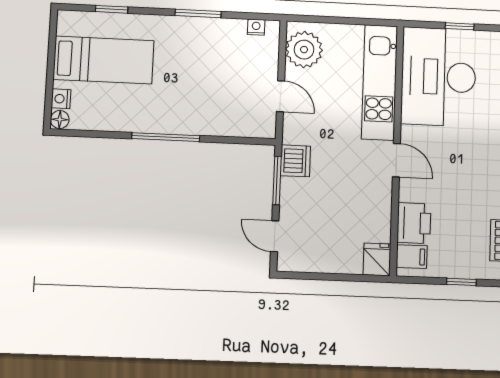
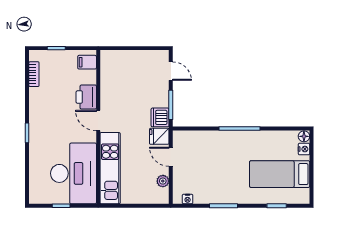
plant: (304, 50) -> (163, 181), width x0.53, depth x0.53
printer: (414, 223) -> (86, 97), moved
fridge: (377, 259) -> (159, 136), moved, turned 90

